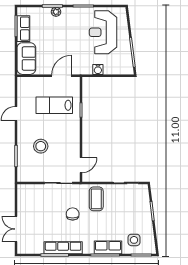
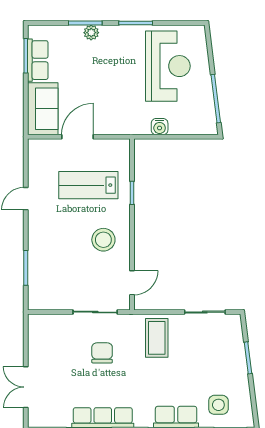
reception desk: (103, 32) -> (168, 66), turned 180
door: (62, 76) -> (77, 137), moved
stool: (41, 146) -> (103, 240), moved
chair: (73, 214) -> (102, 353), moved

